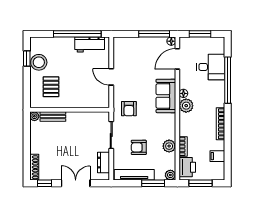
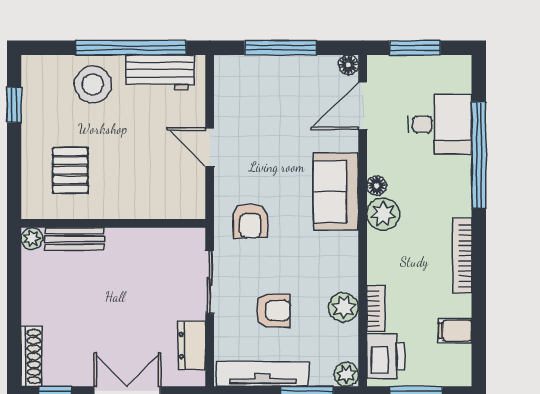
window: (154, 34) -> (281, 48), moved
stool: (39, 62) -> (93, 84), moved
armchair: (139, 147) -> (273, 310), turned 180

